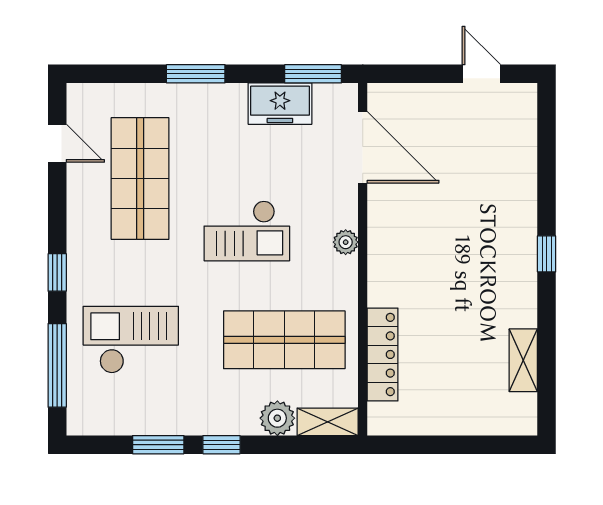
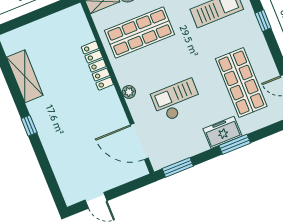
freezer: (280, 104) -> (223, 132), moved
checkout: (247, 231) -> (177, 100), moved
locker: (383, 354) -> (97, 66), moved
shelving: (523, 360) -> (25, 76), width x1.50, depth x1.33

